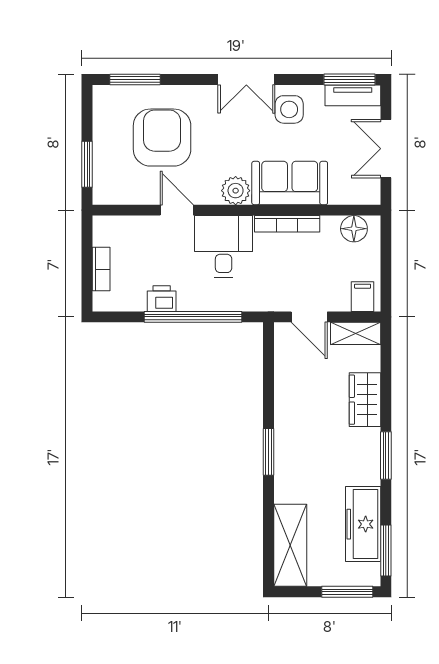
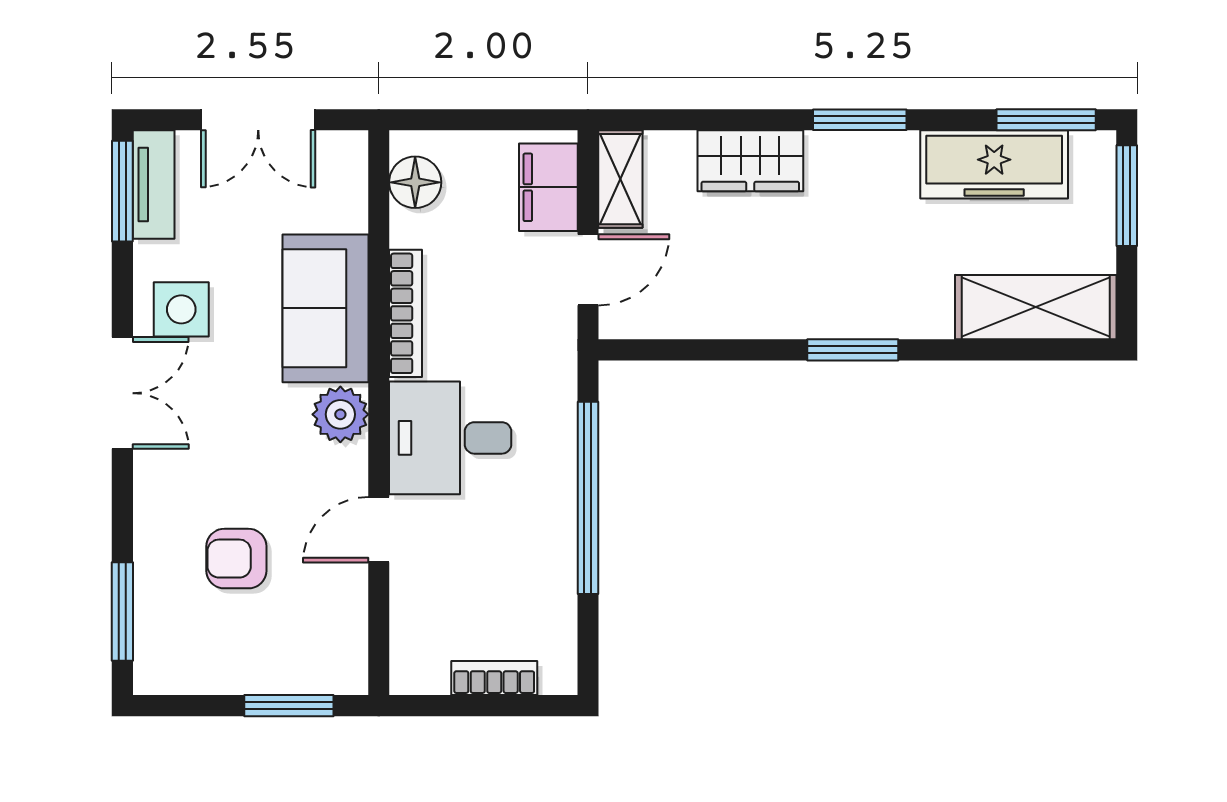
armchair: (162, 138) -> (236, 559), width x0.53, depth x0.53
filing cabinet: (363, 297) -> (548, 187), width x2.00
printer: (162, 299) -> (552, 559), removed

